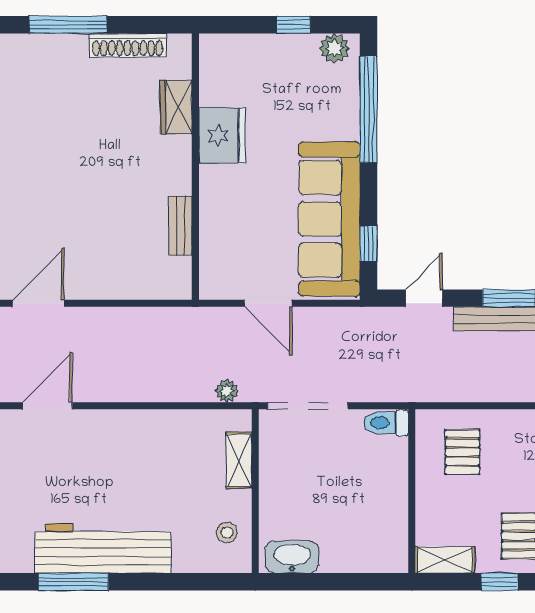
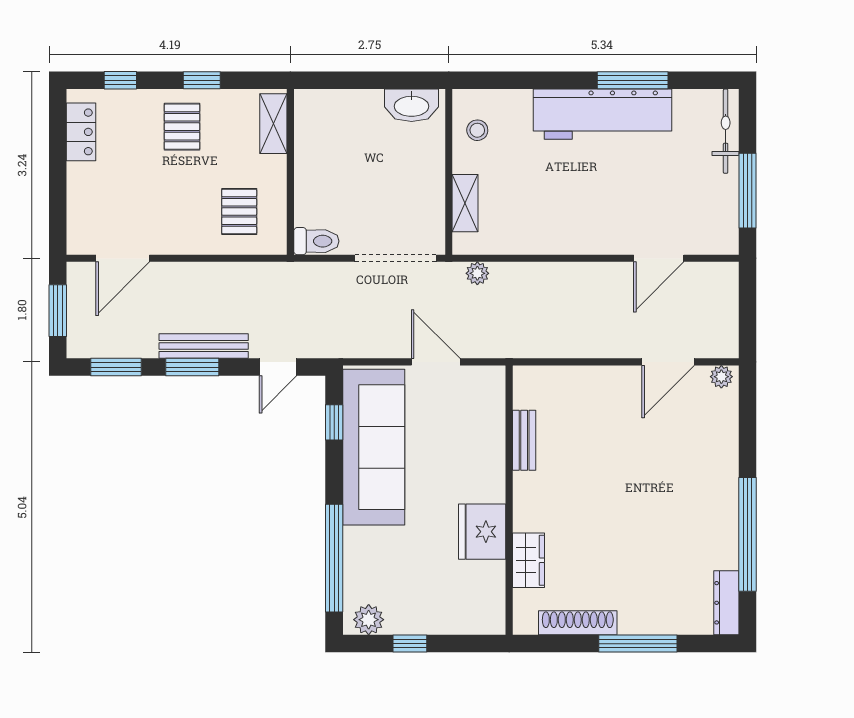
shelving: (445, 560) -> (273, 124), moved, turned 90

